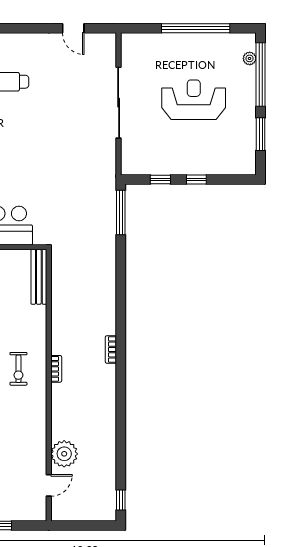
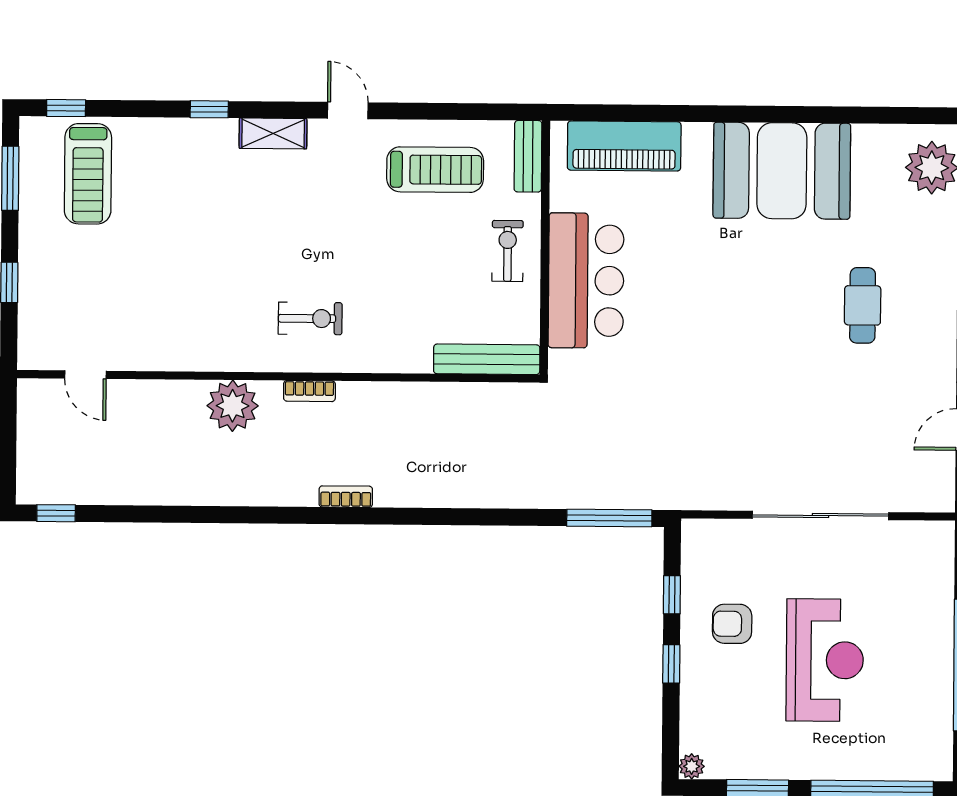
plant: (250, 58) -> (692, 766), moved
armchair: (175, 148) -> (732, 624), added
exercise bike: (18, 369) -> (310, 318), turned 180
plant: (64, 454) -> (233, 406), moved

